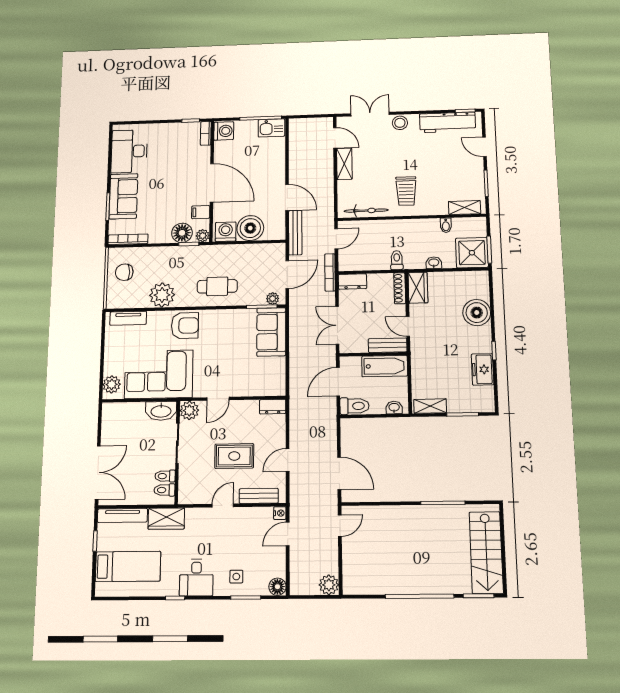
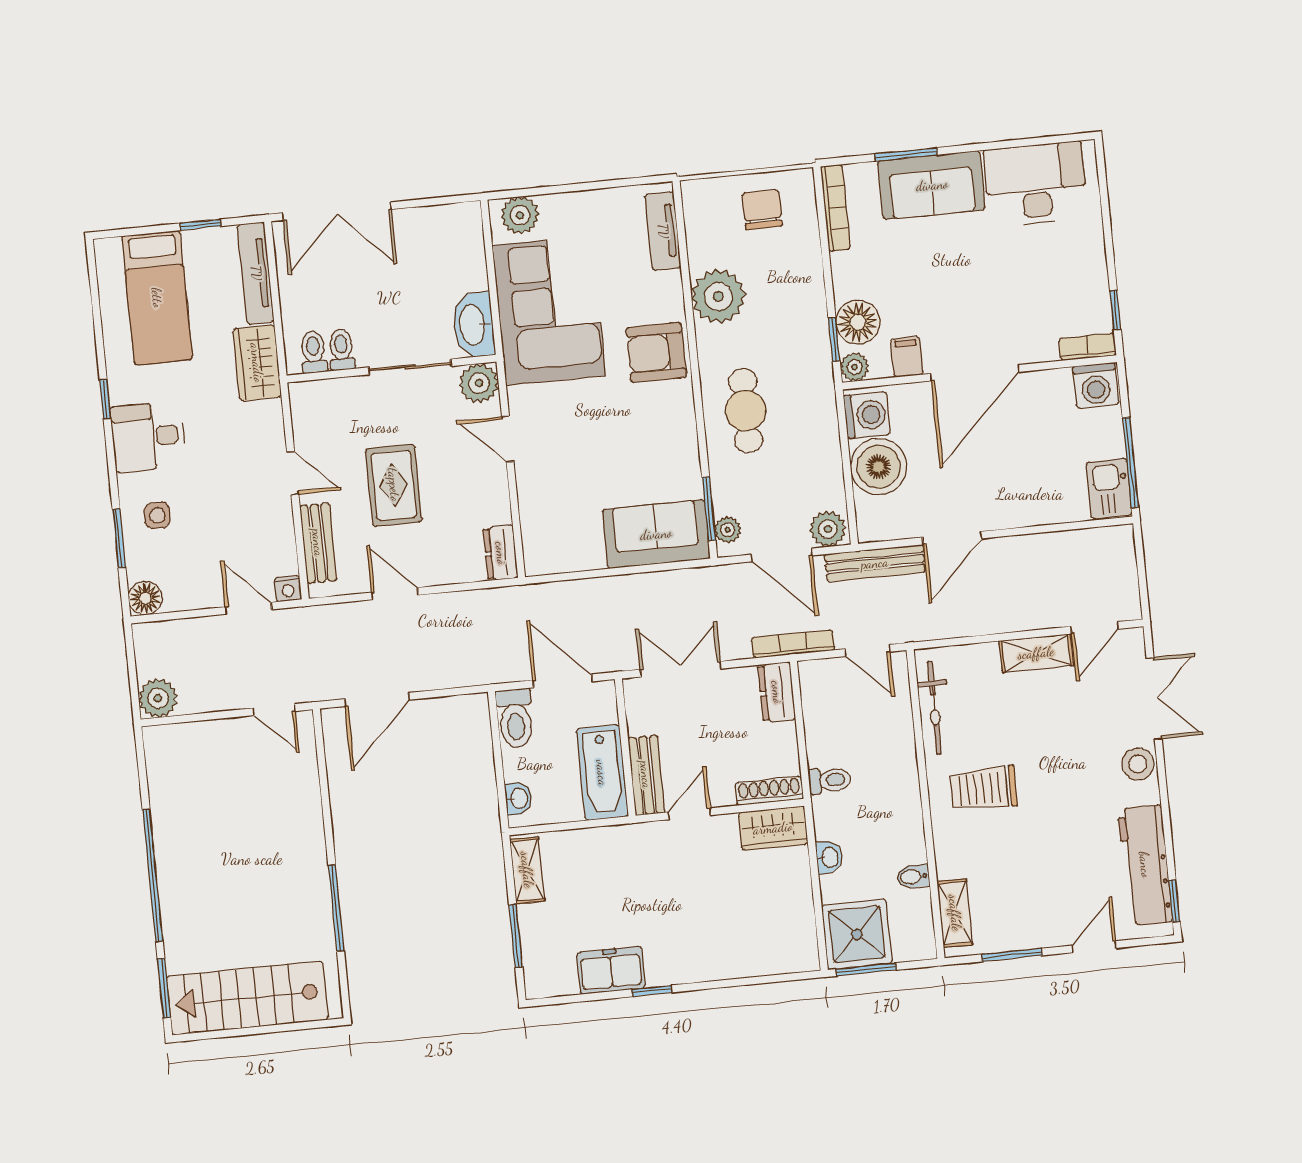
plant: (277, 253) -> (828, 529), added
boiler: (477, 313) -> (729, 952), removed
armchair: (185, 325) -> (656, 353), turned 90

